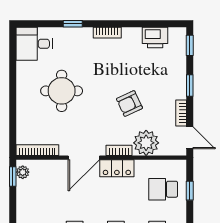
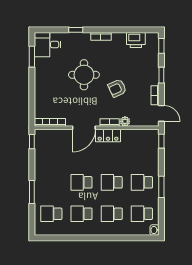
window: (13, 60) -> (32, 57), added
round table: (62, 91) -> (84, 75), moved
plant: (146, 143) -> (125, 121), width x0.53, depth x0.53
plant: (23, 172) -> (39, 139), removed
school desk: (163, 189) -> (142, 151), removed
window: (190, 191) -> (161, 141), moved

